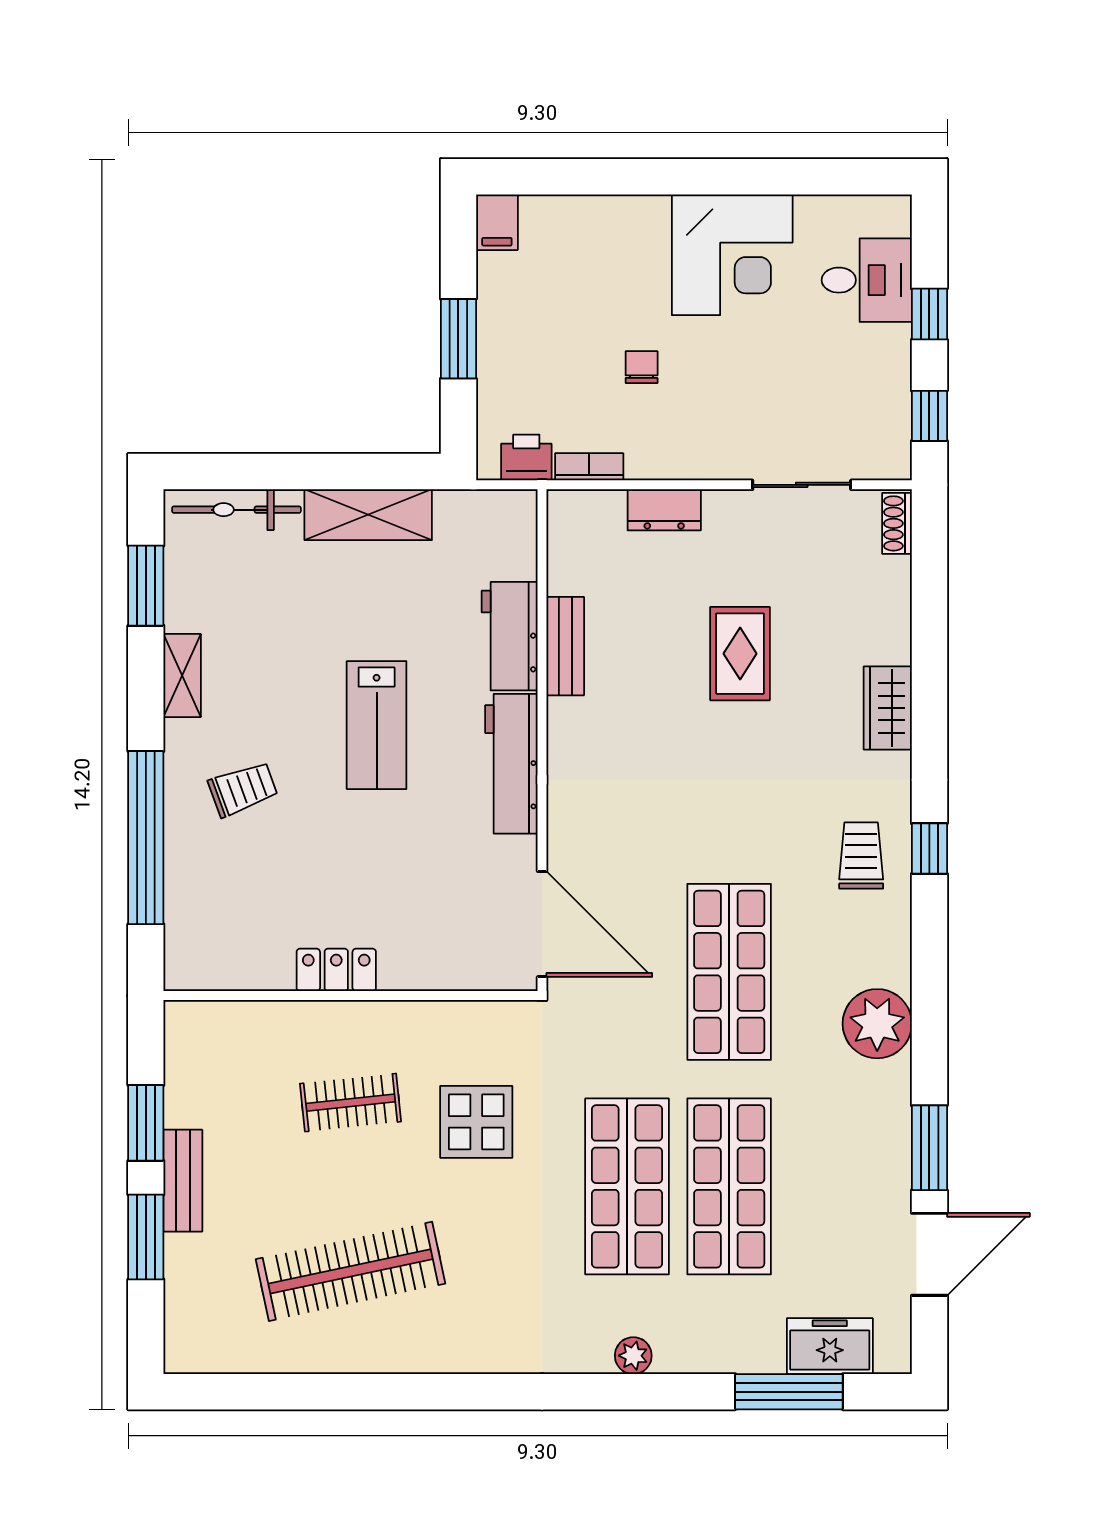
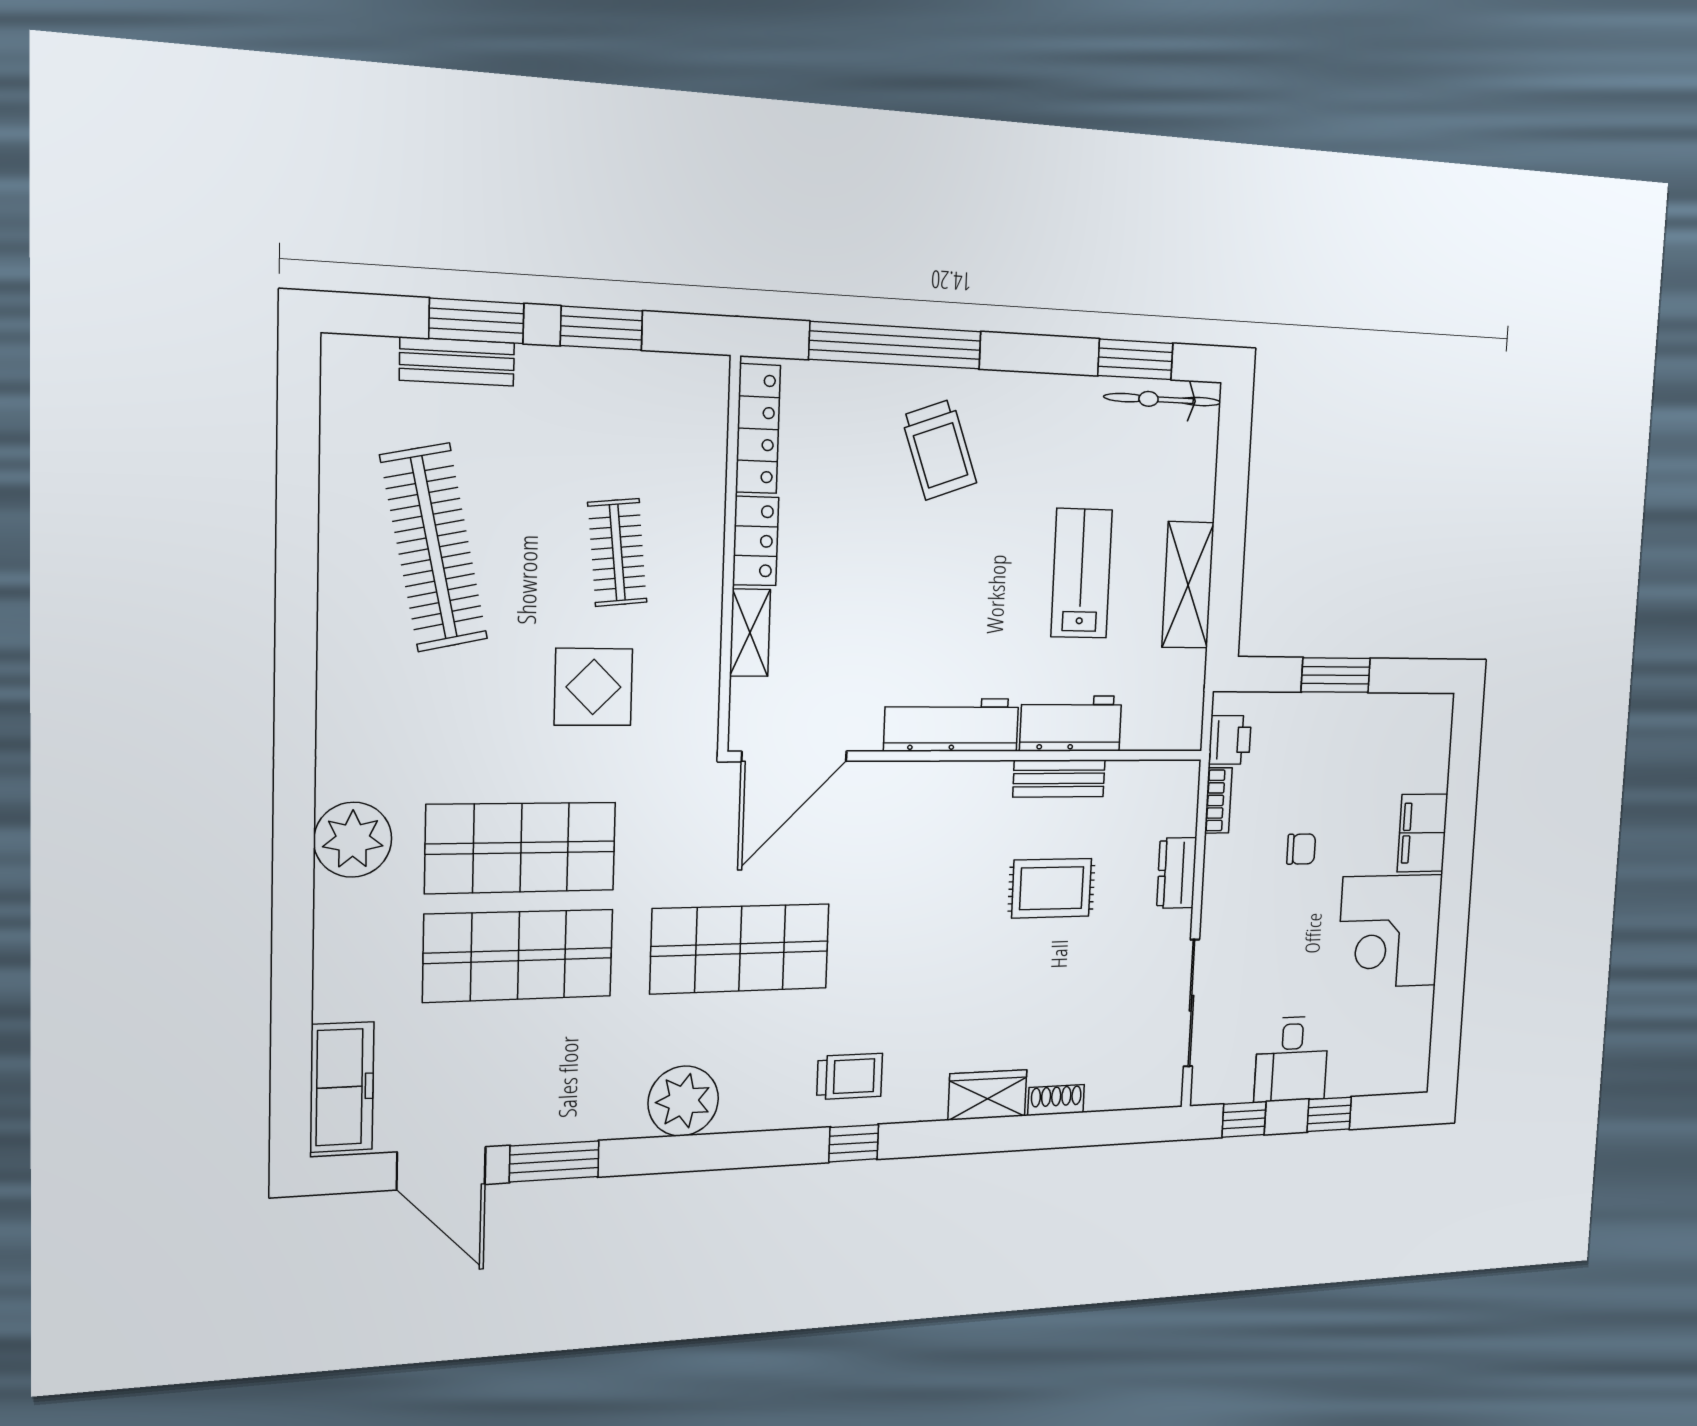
filing cabinet: (497, 222) -> (1423, 833), moved, width x2.00
desk: (867, 280) -> (1291, 1059), moved
sliding door: (802, 485) -> (1191, 1003), width x1.37
bicycle: (236, 510) -> (1163, 400), moved, turned -90
shoe rack: (897, 523) -> (1056, 1100), moved
rug: (740, 654) -> (1052, 888), moved
shelving: (182, 676) -> (750, 633), moved, turned 90
lab bench: (377, 725) -> (1082, 573), moved, turned 90
trolley: (243, 789) -> (939, 449), width x1.36, depth x1.39
locker: (231, 971) -> (758, 429), added
bench: (183, 1181) -> (457, 361), moved
freezer: (830, 1346) -> (342, 1087), width x1.40
plant: (633, 1356) -> (353, 840), width x1.87, depth x1.87
window: (789, 1392) -> (291, 1027), removed

